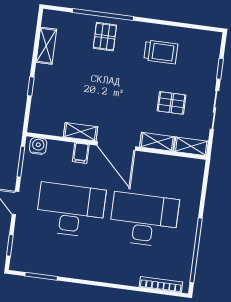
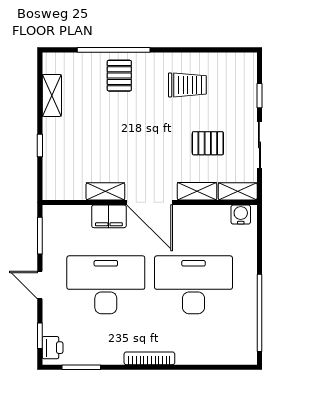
water cooler: (38, 146) -> (241, 215), moved
filing cabinet: (81, 153) -> (109, 216), width x2.00
printer: (19, 257) -> (53, 348), added
bookcase: (161, 284) -> (149, 358), moved

